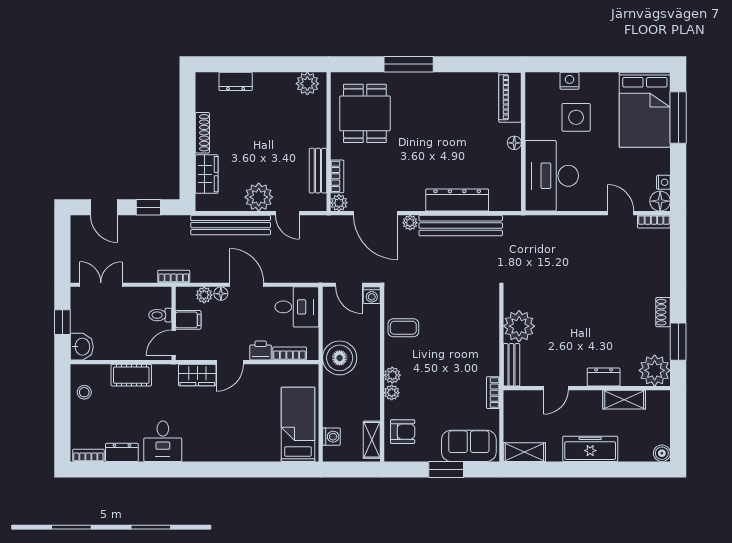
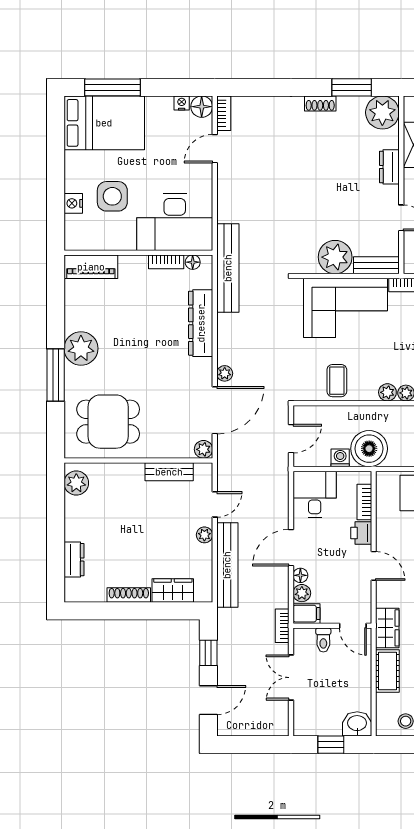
plant: (433, 88) -> (81, 348), added
floor lamp: (514, 143) -> (193, 262), moved
bookcase: (337, 176) -> (166, 262), moved, turned 180
plant: (259, 197) -> (204, 535), width x0.53, depth x0.53
bench: (461, 226) -> (228, 268), moved
double door: (101, 285) -> (291, 678), moved
washing machine: (372, 295) -> (340, 458), moved, turned -90
filing cabinet: (188, 320) -> (307, 614), moved, turned 90
corner sofa: (471, 336) -> (346, 308), added
wardrobe: (197, 375) -> (387, 628), moved

